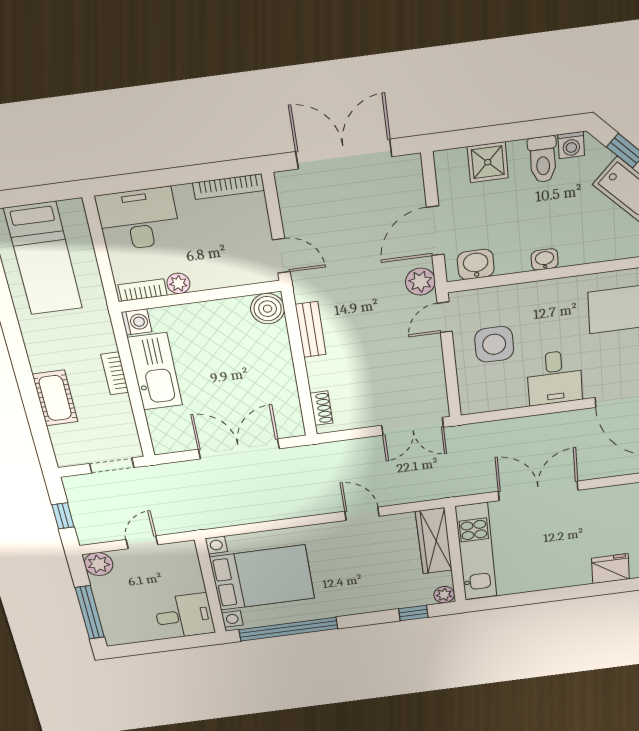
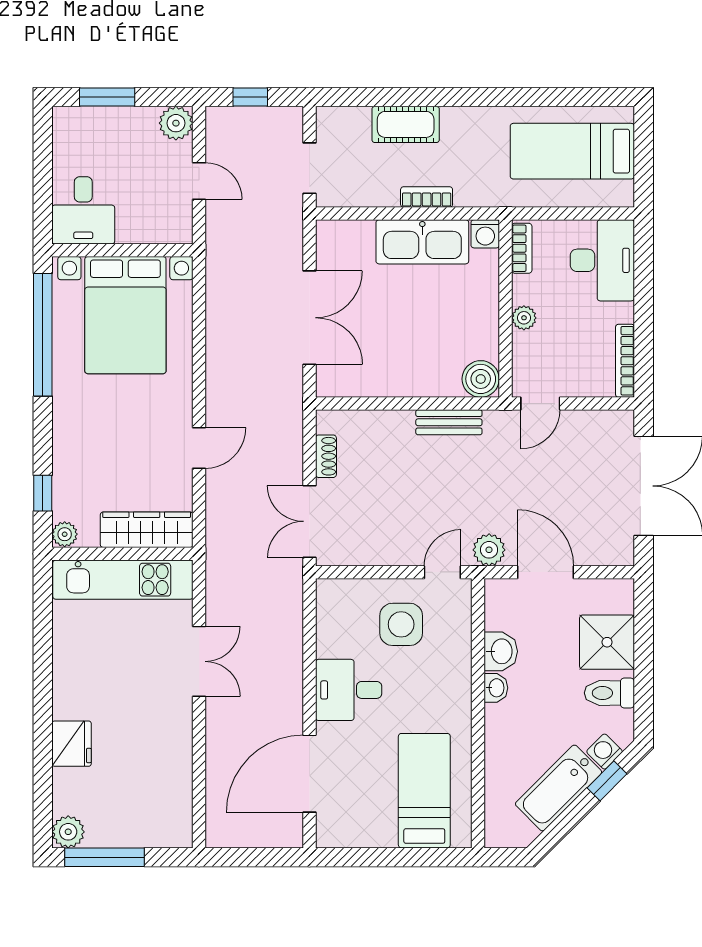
washing machine: (571, 145) -> (605, 752), moved, turned 45
shower: (488, 162) -> (607, 642), width x1.36, depth x1.36
washbasin: (476, 264) -> (501, 651), moved
plant: (178, 283) -> (524, 318), moved
door: (445, 317) -> (442, 572), hinge flipped
shoe rack: (321, 408) -> (326, 456), moved, turned -90
double door: (538, 491) -> (199, 661), width x0.73
window: (90, 612) -> (107, 97), width x0.69

